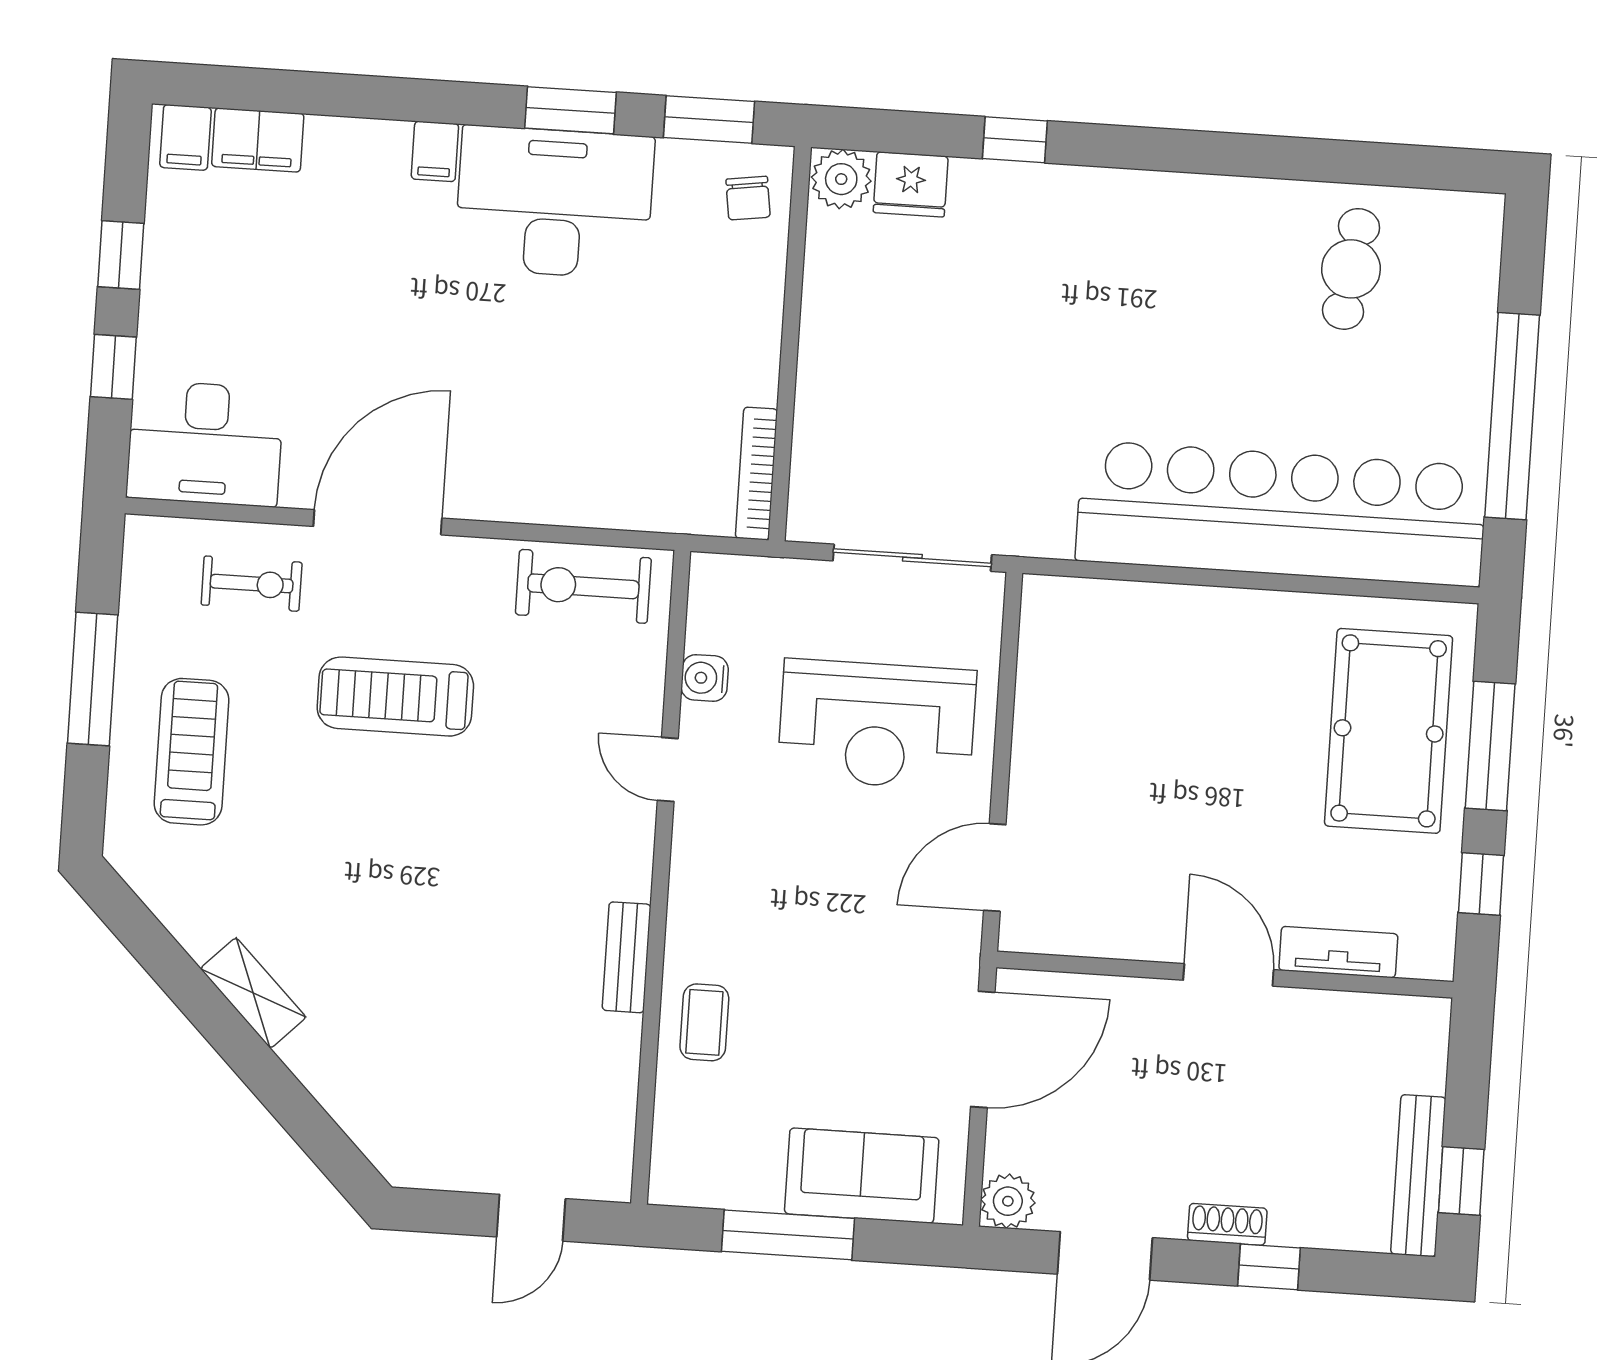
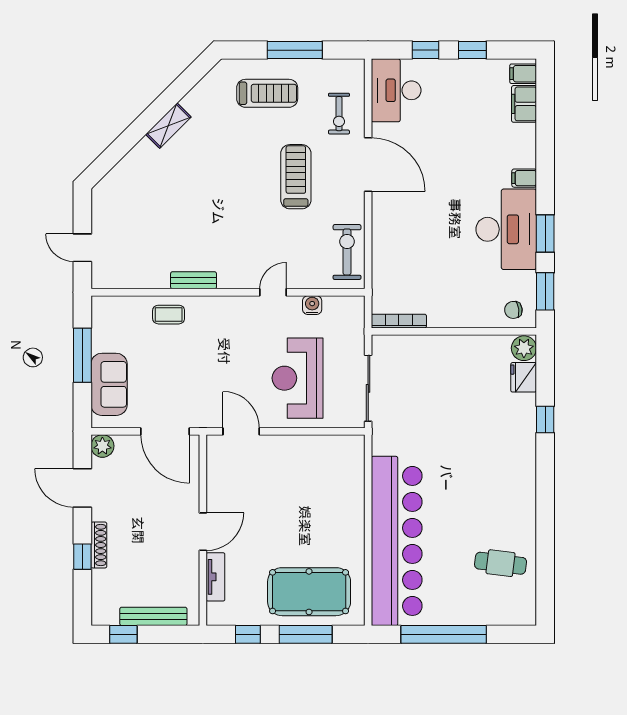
bench: (1418, 1176) -> (153, 616), moved
shoe rack: (1227, 1224) -> (99, 545), width x1.43

